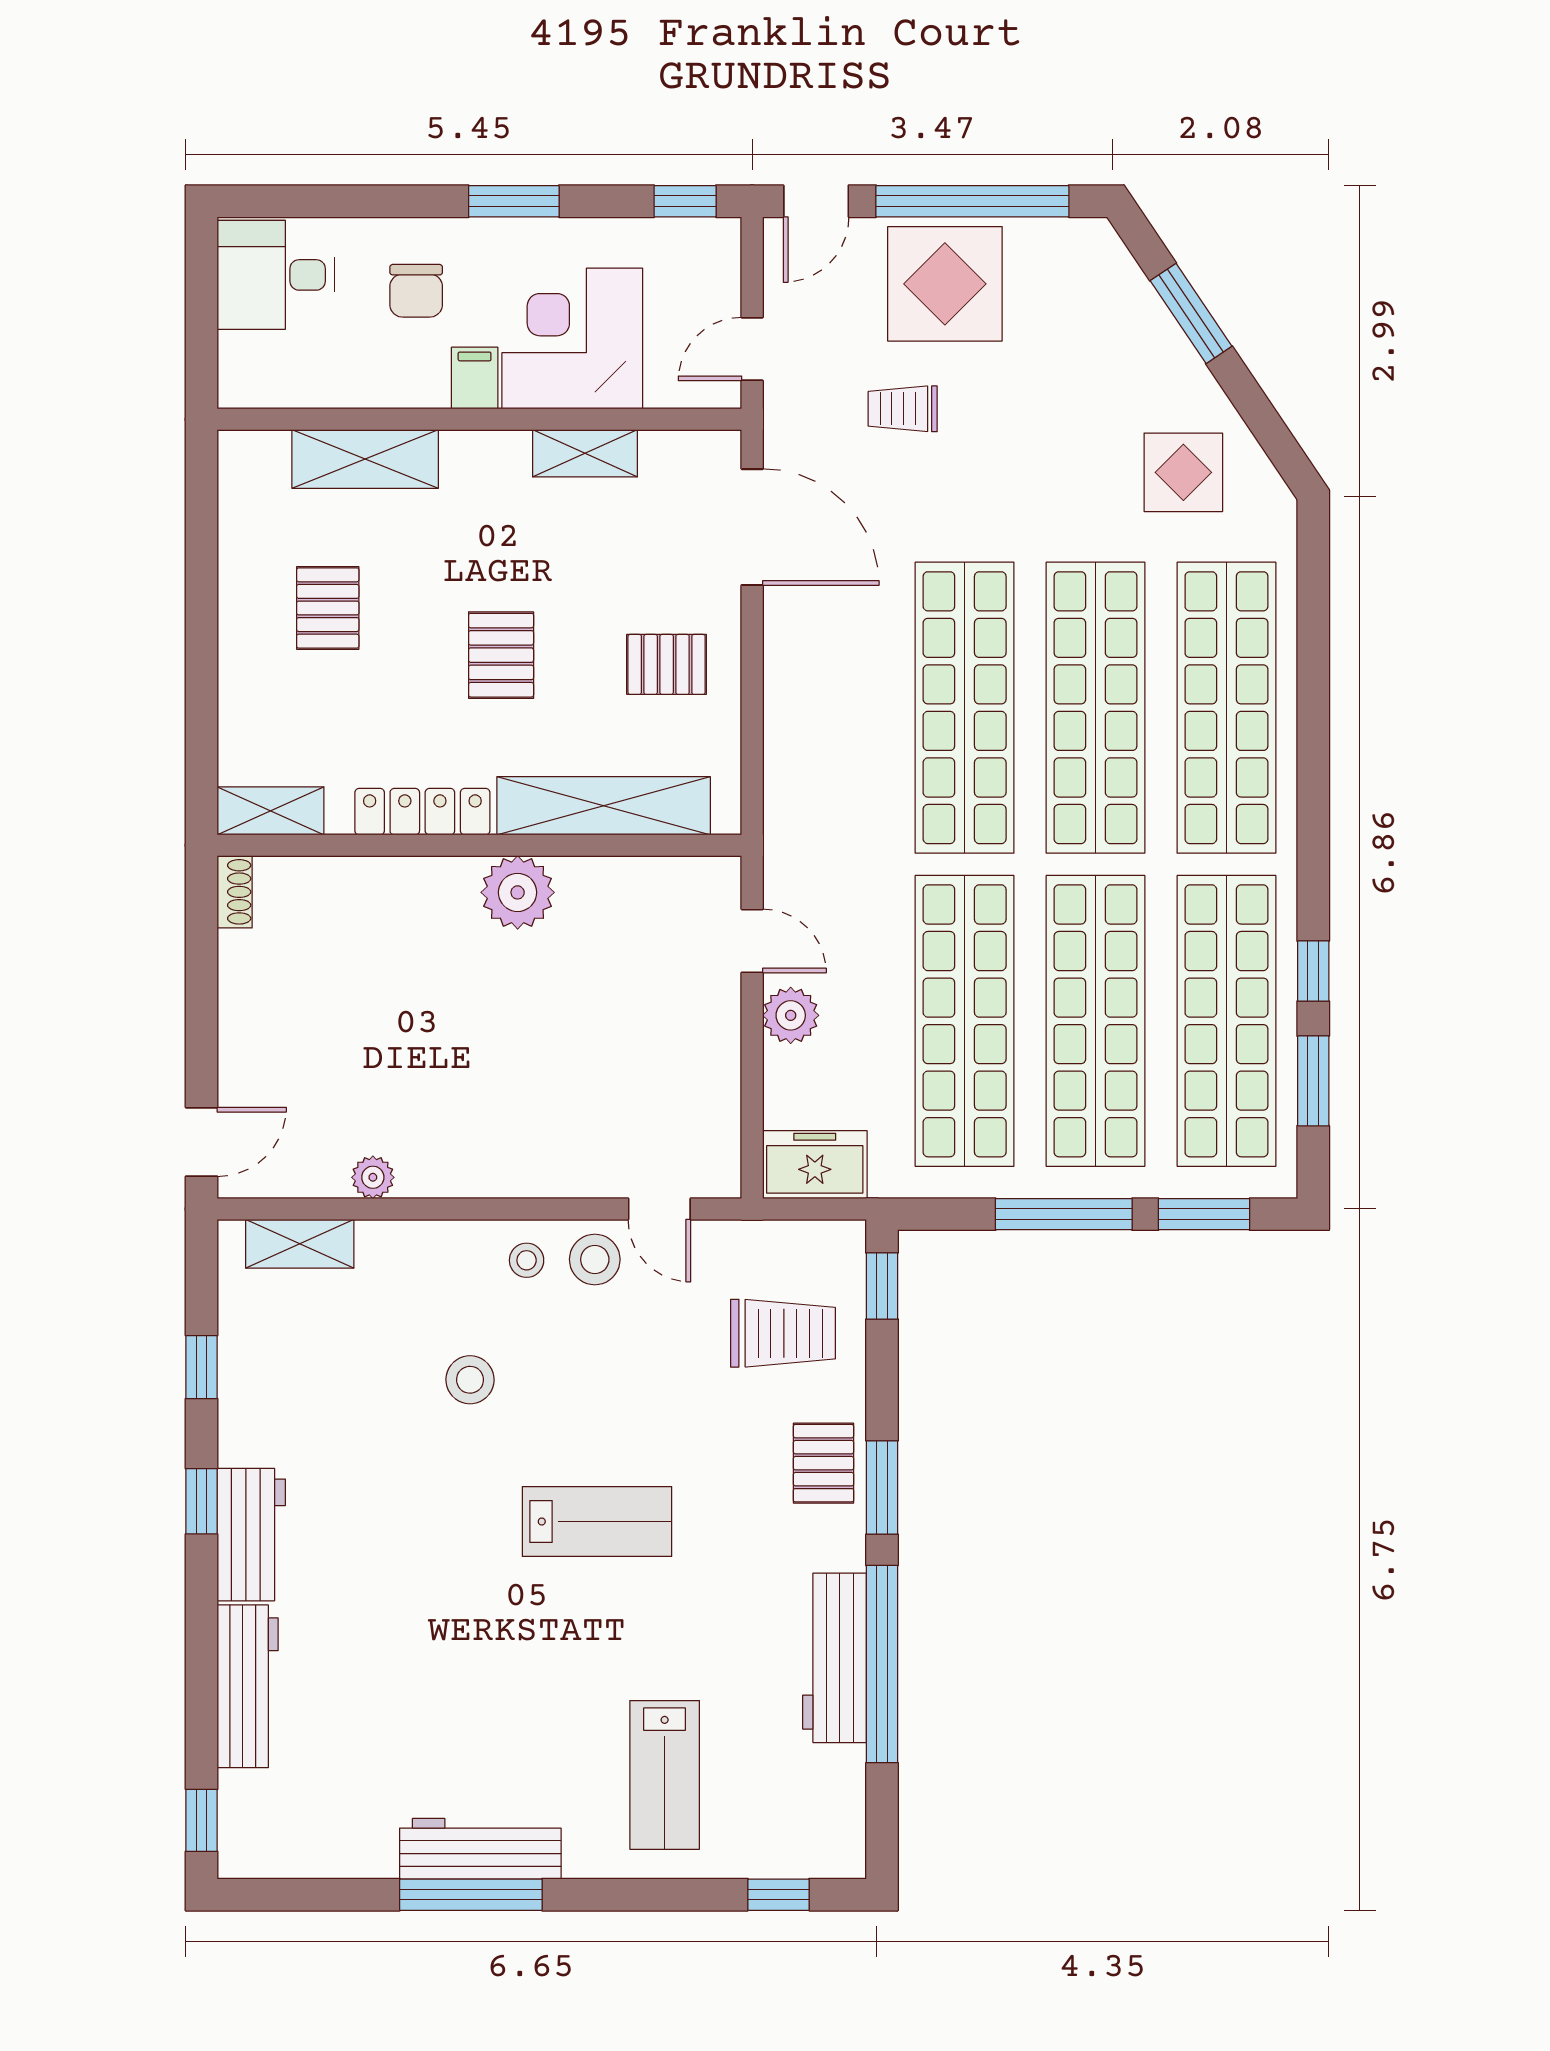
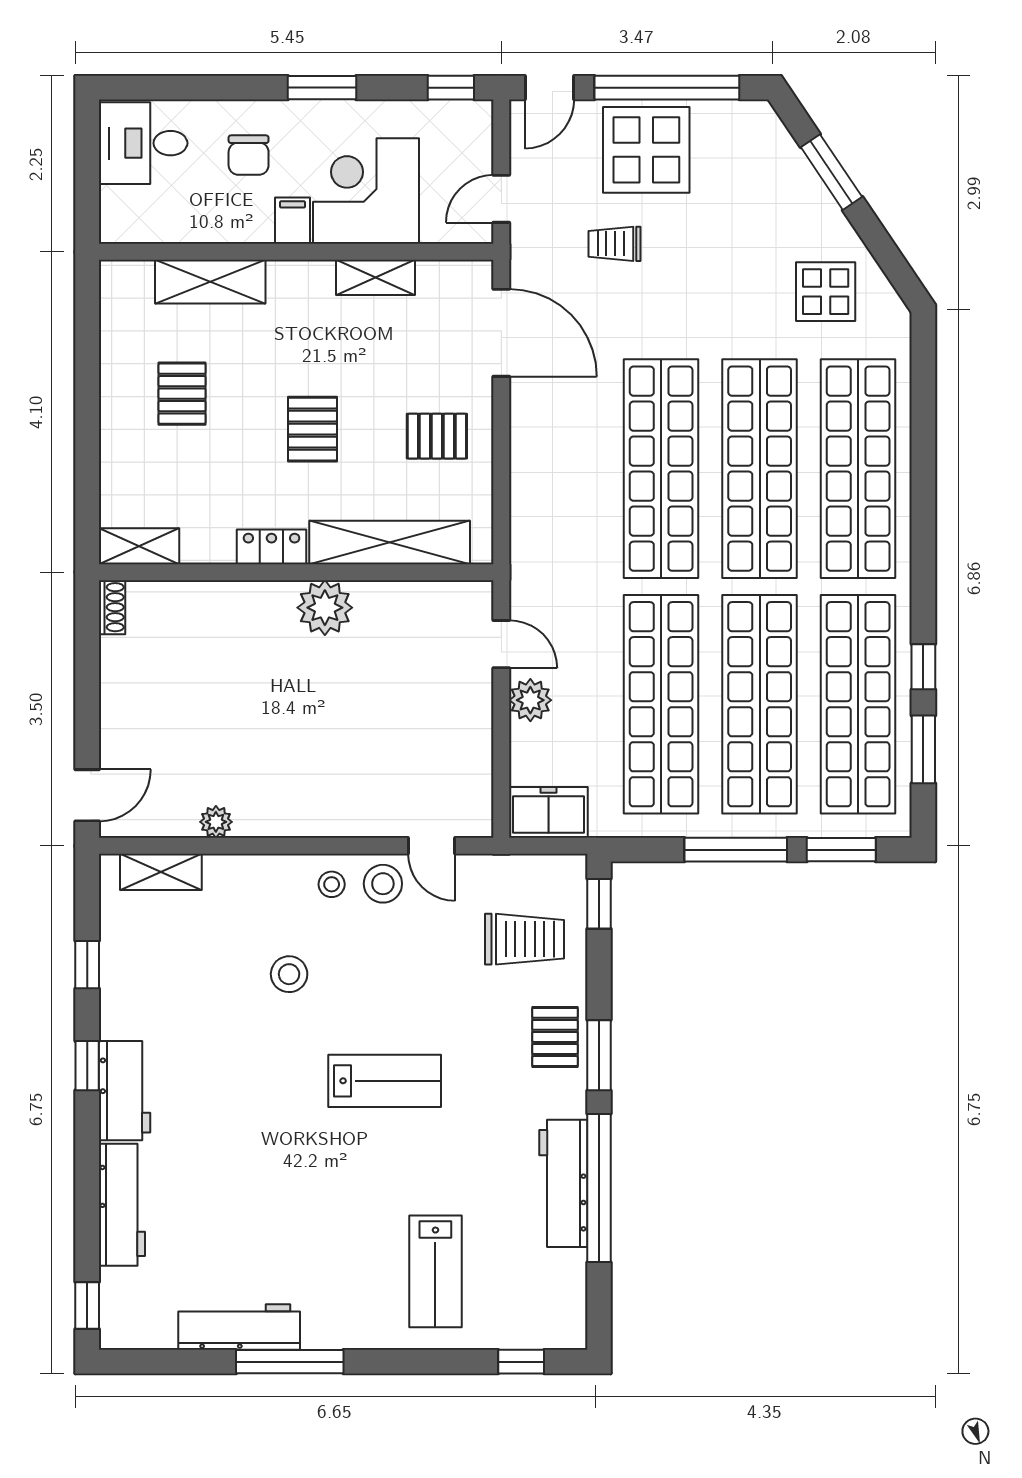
locker: (422, 812) -> (271, 547), width x0.66
workbench: (480, 1849) -> (239, 1327), moved

